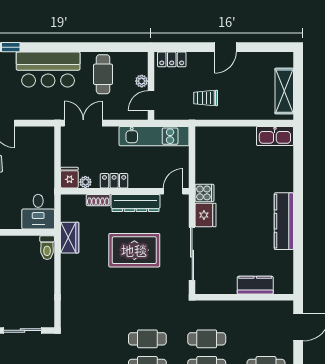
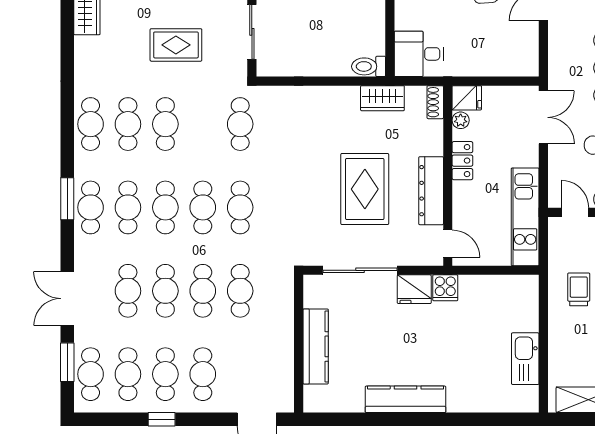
kitchen sink: (275, 136) -> (525, 359), moved
shoe rack: (98, 200) -> (435, 102), moved
kitchen counter: (255, 285) -> (316, 346), width x1.50
cafe table: (88, 339) -> (240, 124), added

